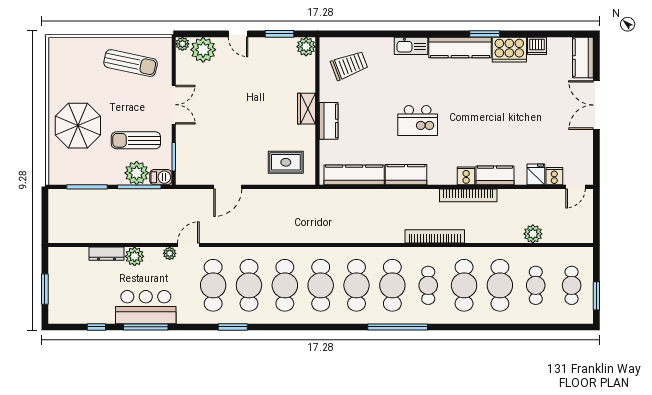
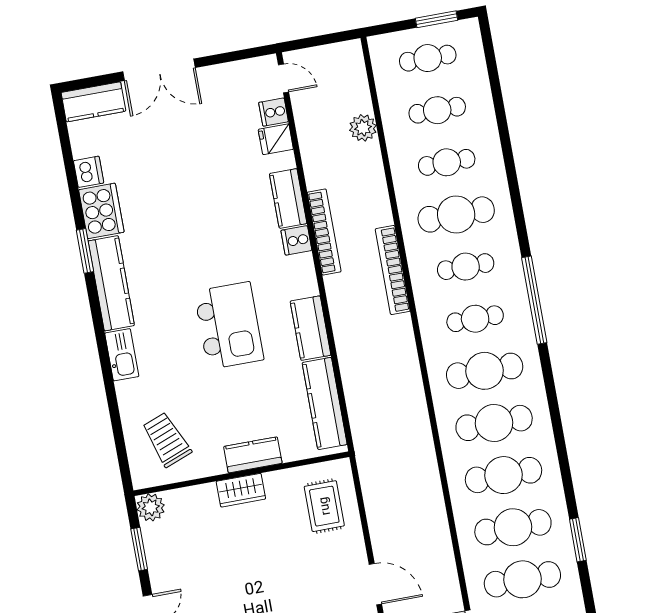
kitchen island: (418, 121) -> (229, 326), width x1.37, depth x1.28
cafe table: (392, 285) -> (475, 319), width x0.73, depth x0.74
cafe table: (500, 285) -> (447, 162), width x0.73, depth x0.74

